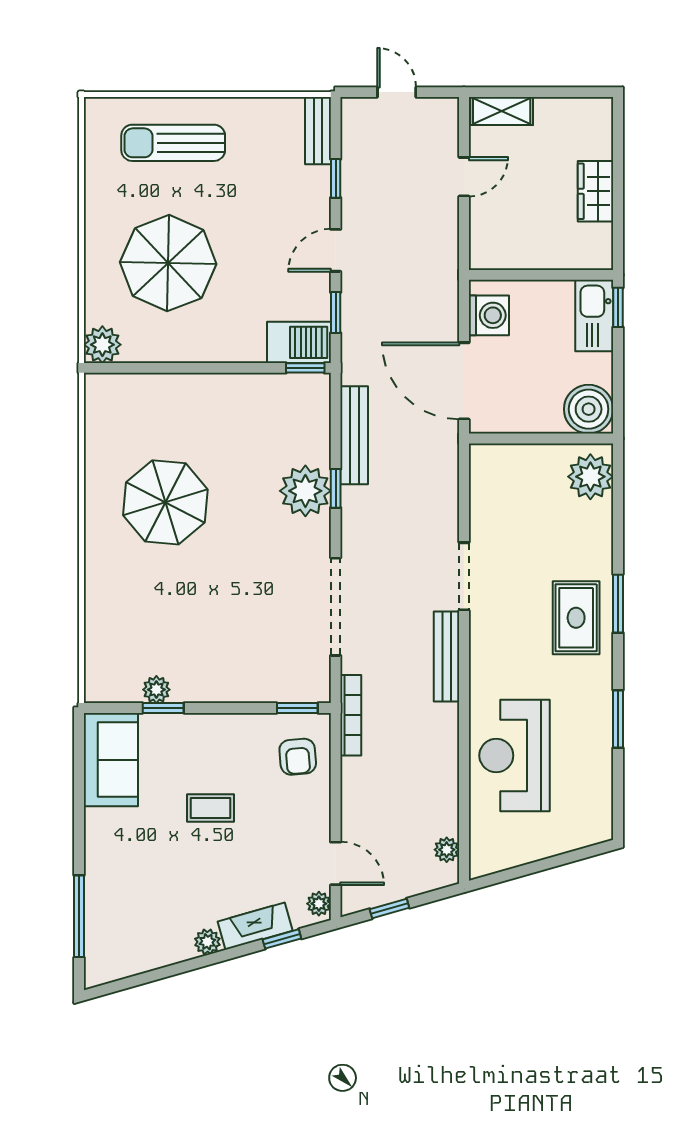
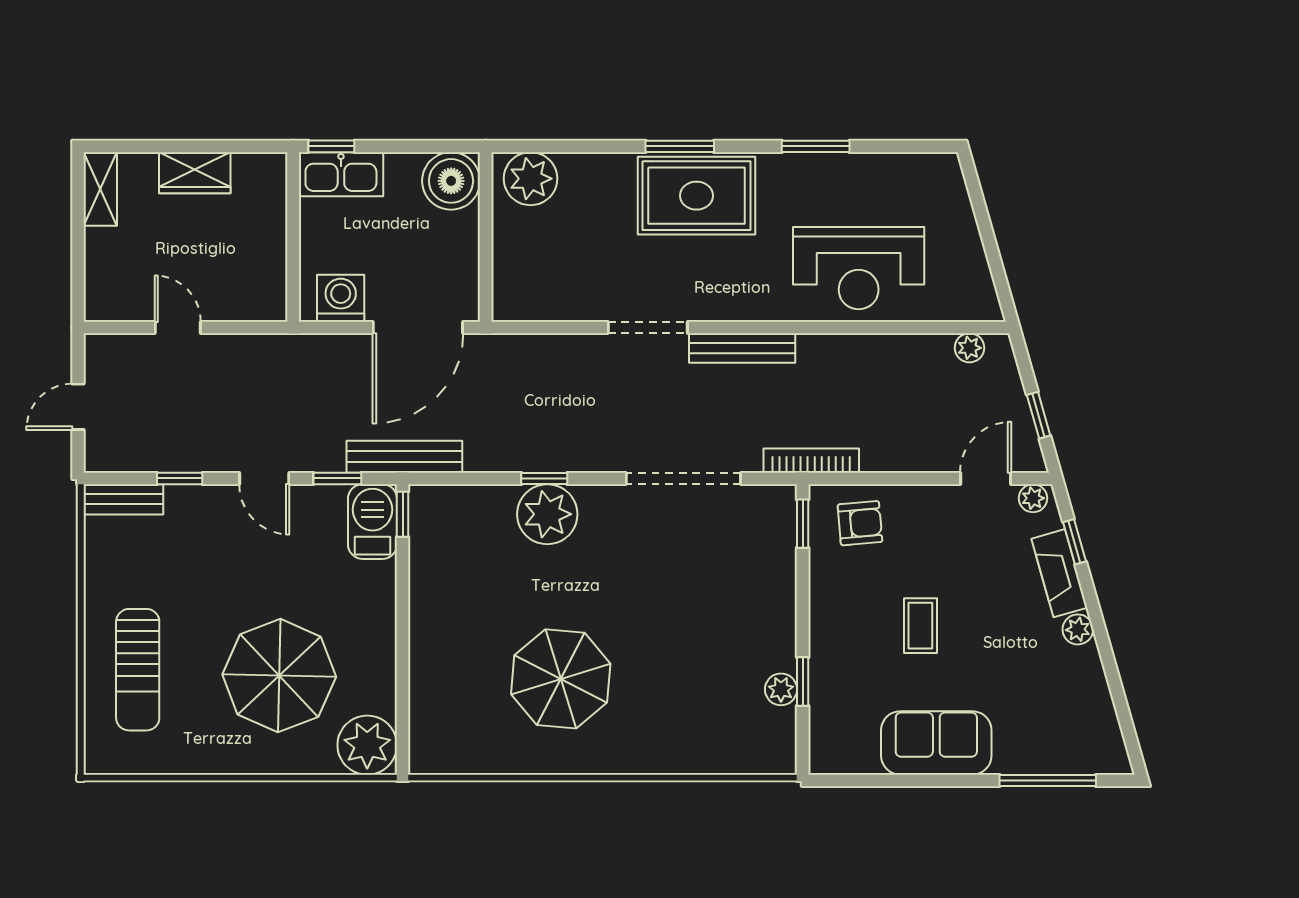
shelving: (502, 111) -> (100, 189), moved
plant: (102, 345) -> (367, 745), width x1.36, depth x1.36
bench: (354, 435) -> (404, 457), moved
rug: (576, 618) -> (697, 196), width x1.36, depth x1.43
sofa: (111, 760) -> (936, 743), moved

